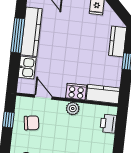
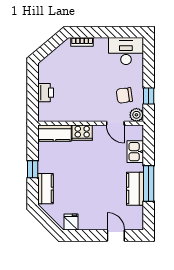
kitchen counter: (31, 32) -> (135, 189), width x0.67
plant: (73, 109) -> (136, 115), moved
printer: (108, 124) -> (46, 93), moved

